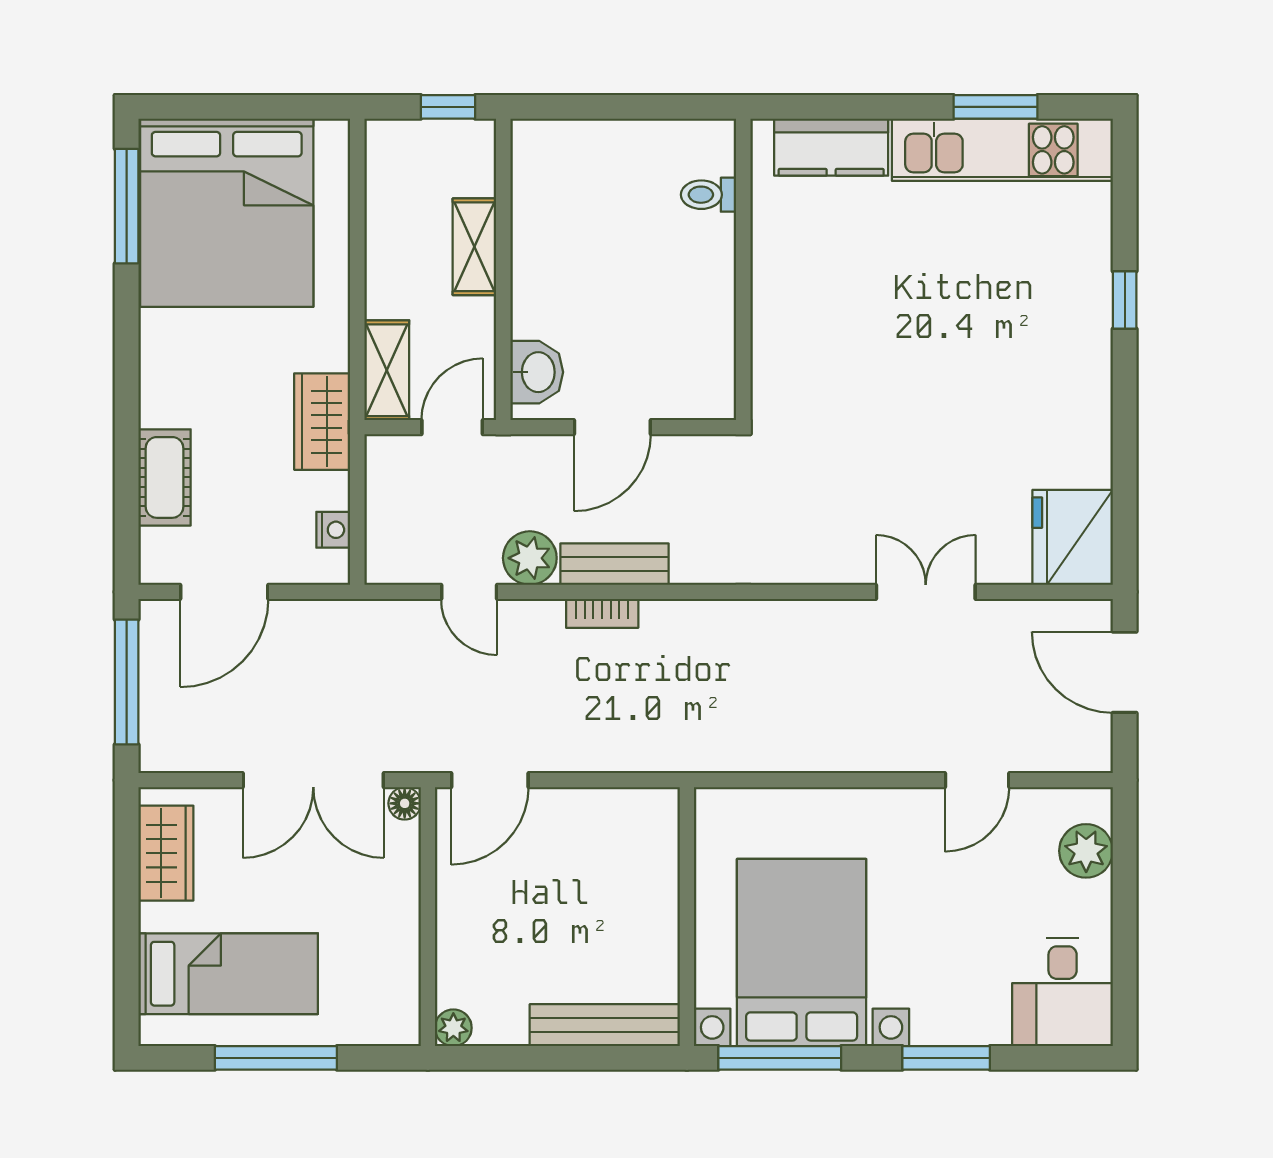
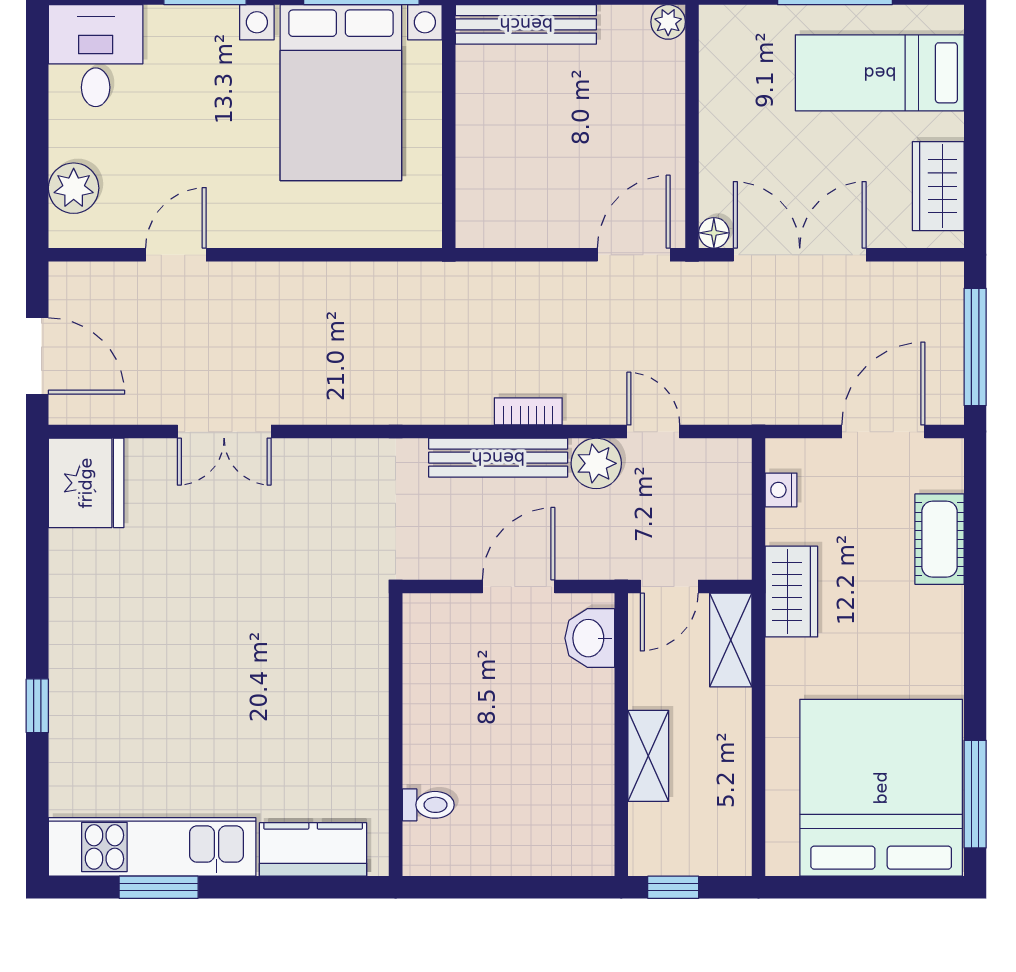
bench: (615, 564) -> (498, 458), width x1.36

